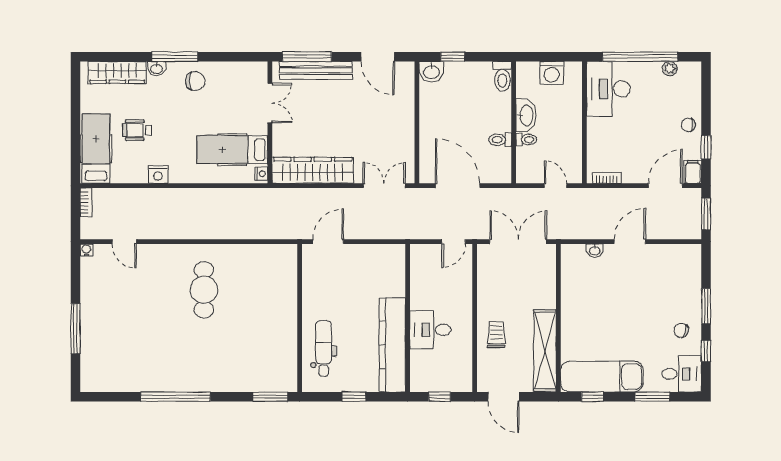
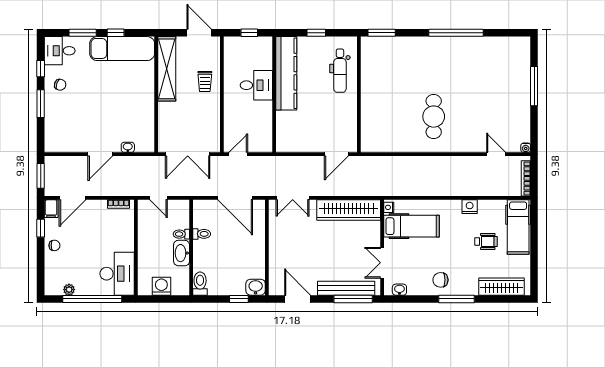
washbasin: (157, 69) -> (399, 290), moved
bookcase: (86, 202) -> (526, 178), width x1.56
window: (593, 397) -> (116, 33), moved

